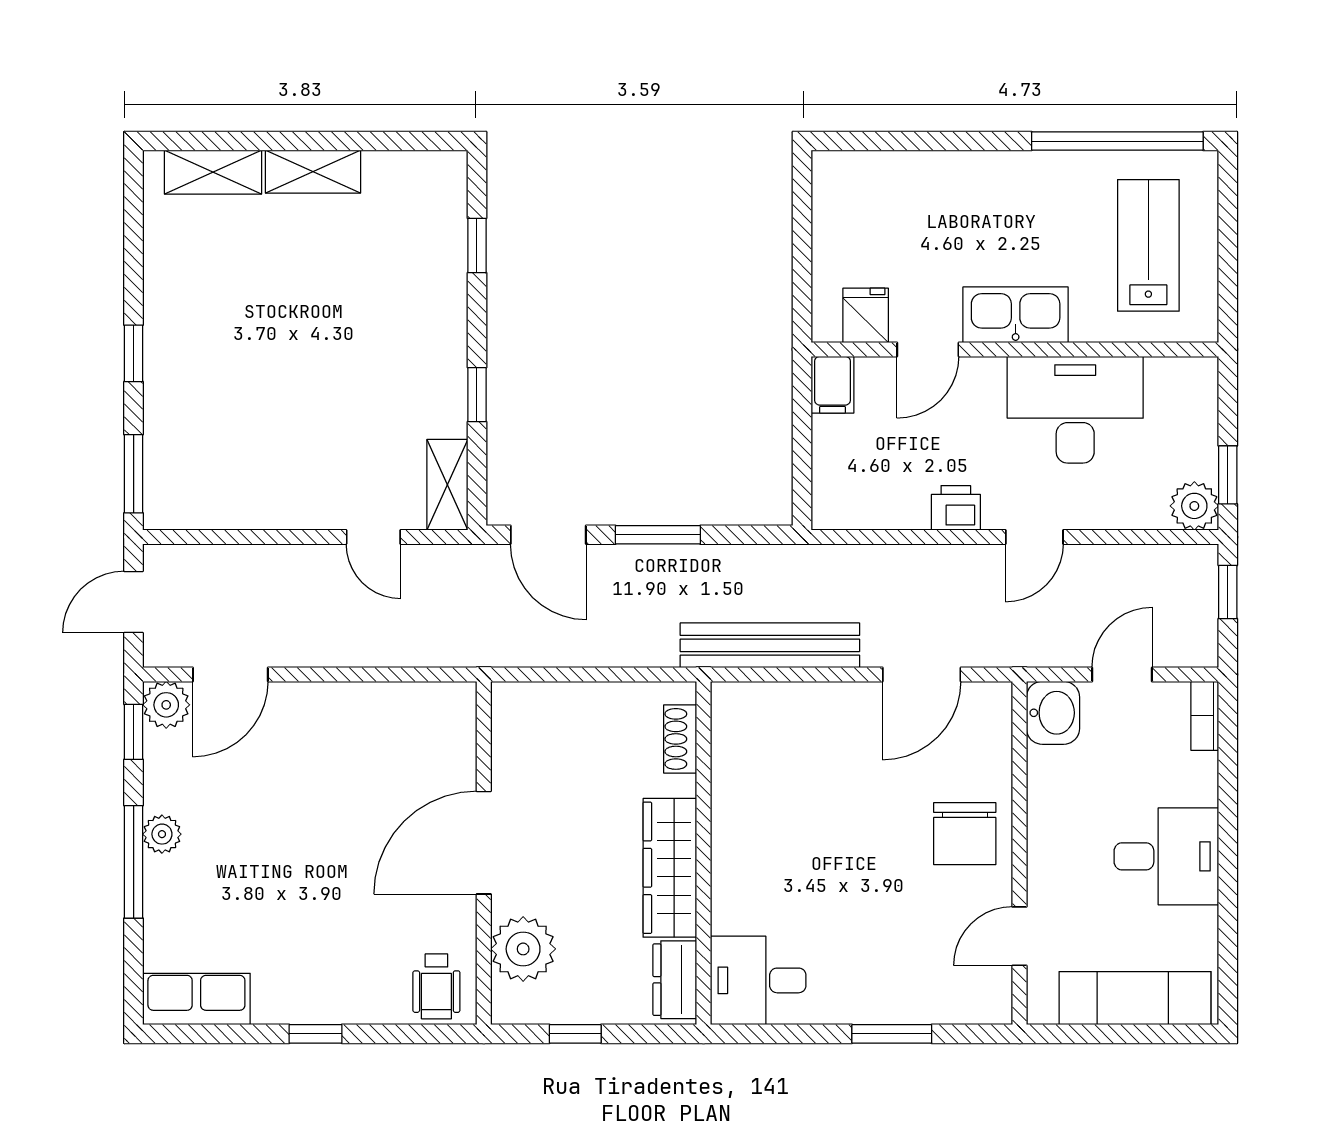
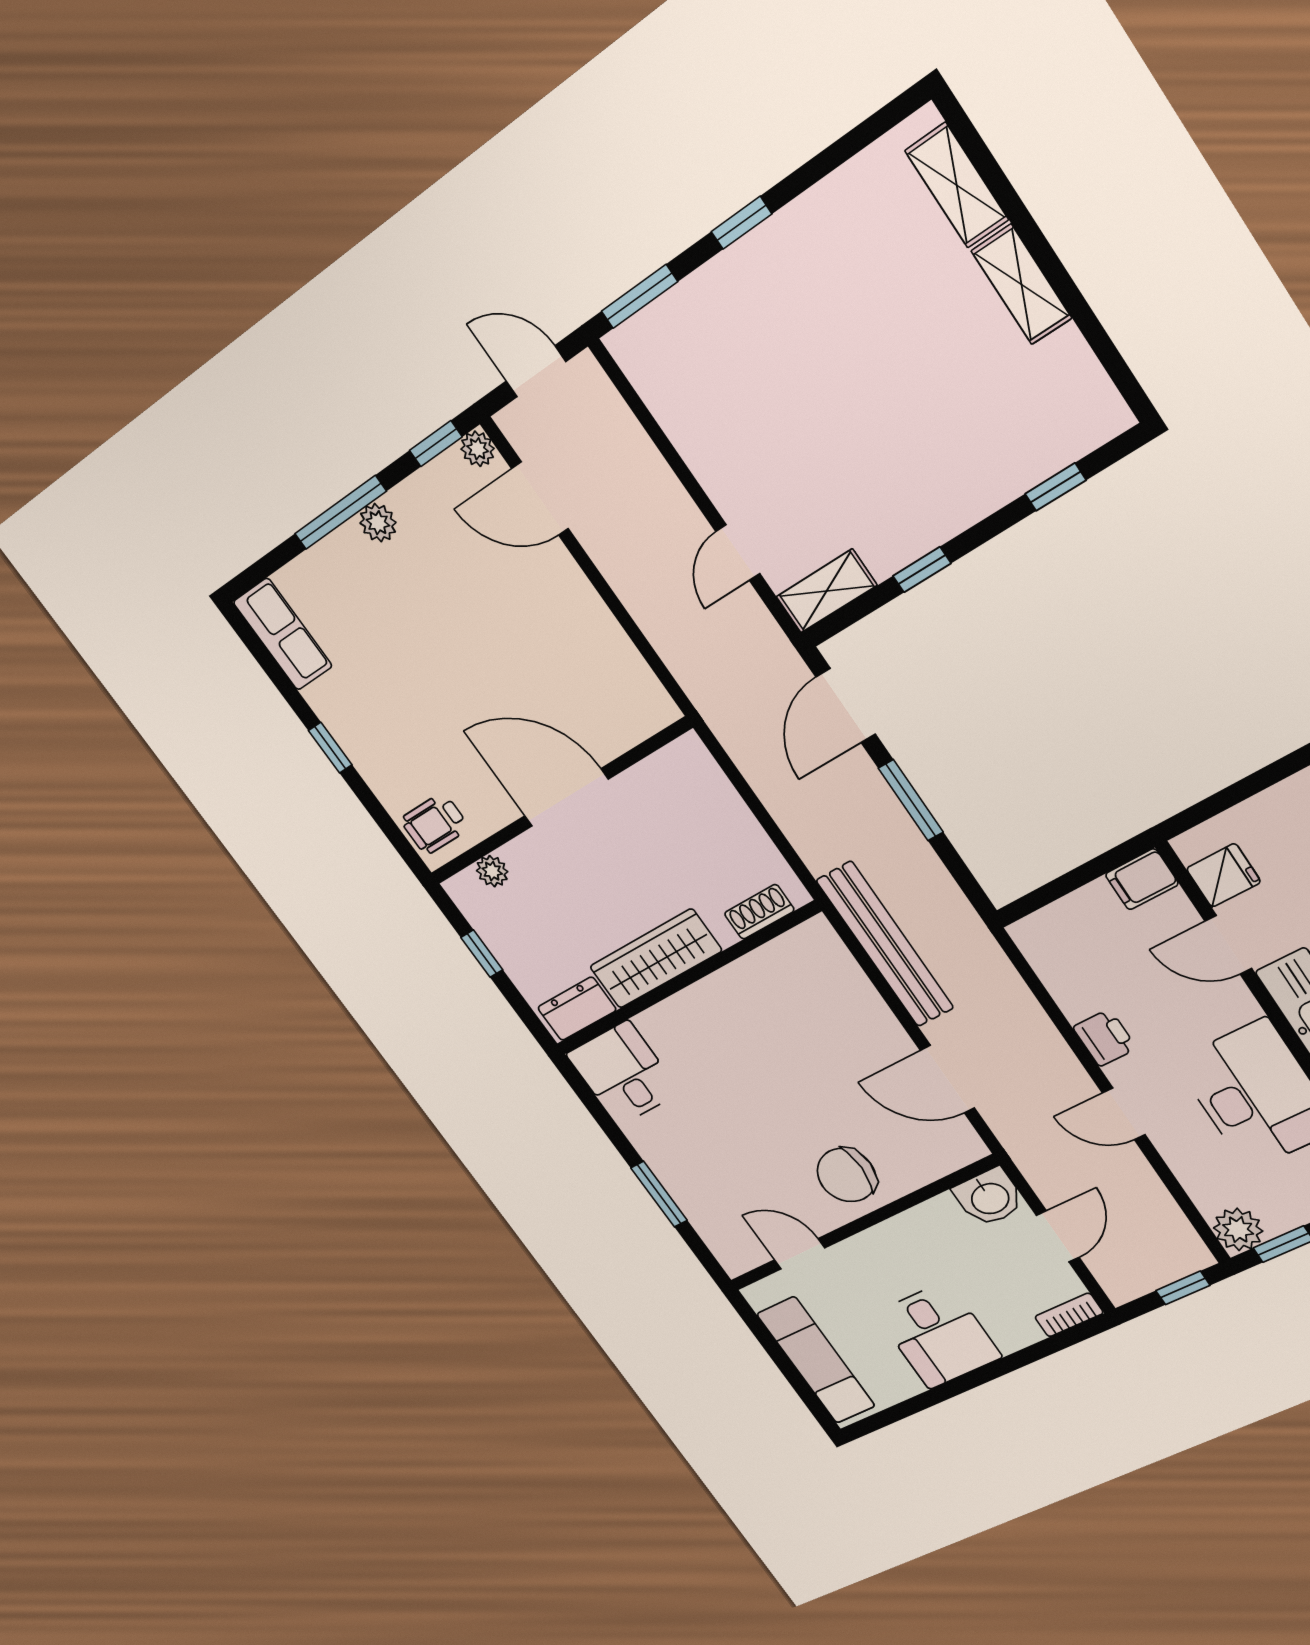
door: (1122, 674) -> (1058, 1236), hinge flipped
plant: (166, 705) -> (478, 449), width x0.73, depth x0.73
plant: (523, 949) -> (492, 871), width x0.53, depth x0.53

